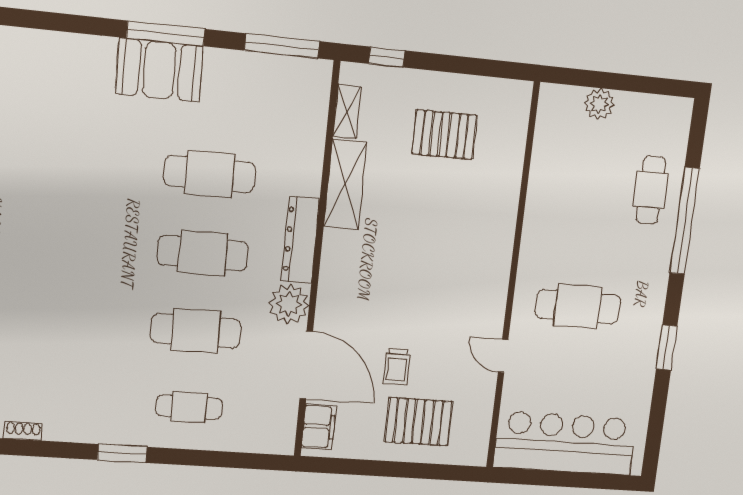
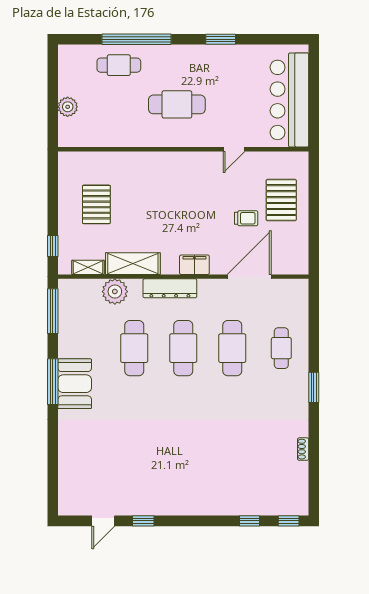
plant: (289, 304) -> (115, 292), moved
cafe table: (578, 306) -> (177, 104), moved, turned 90
filing cabinet: (319, 427) -> (194, 265), moved

